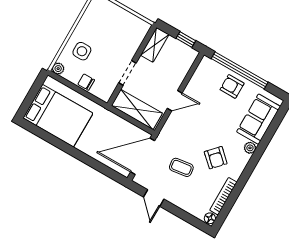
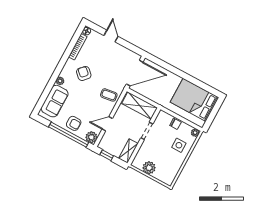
plant: (126, 20) -> (149, 168), added
plant: (207, 66) -> (91, 137), added
door: (175, 101) -> (107, 124), moved
coffee table: (181, 167) -> (109, 95), moved
door: (154, 198) -> (111, 36), moved

